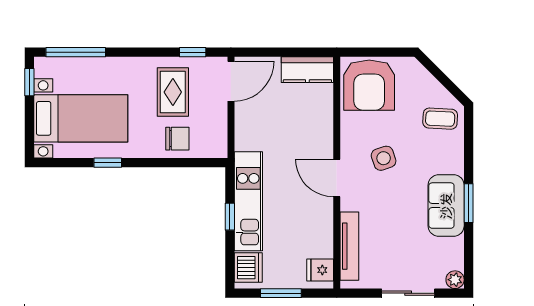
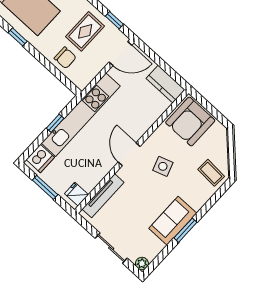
kitchen unit: (248, 201) -> (81, 115), width x1.36

